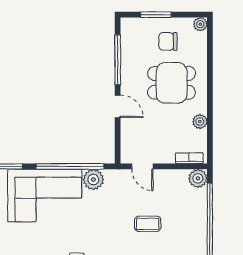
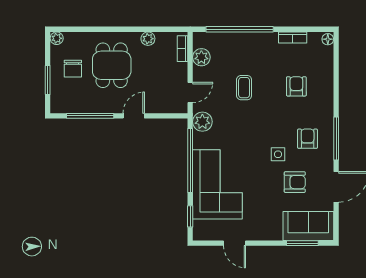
plant: (198, 178) -> (201, 57), moved
plant: (93, 179) -> (202, 122), moved

